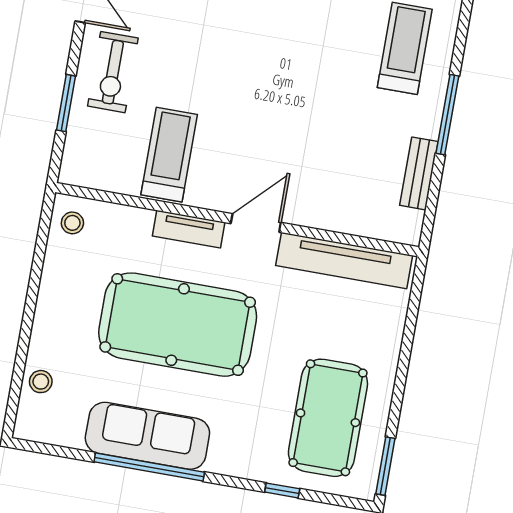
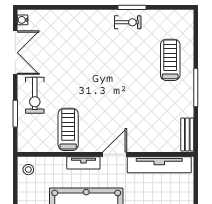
bench: (419, 173) -> (187, 135), moved

